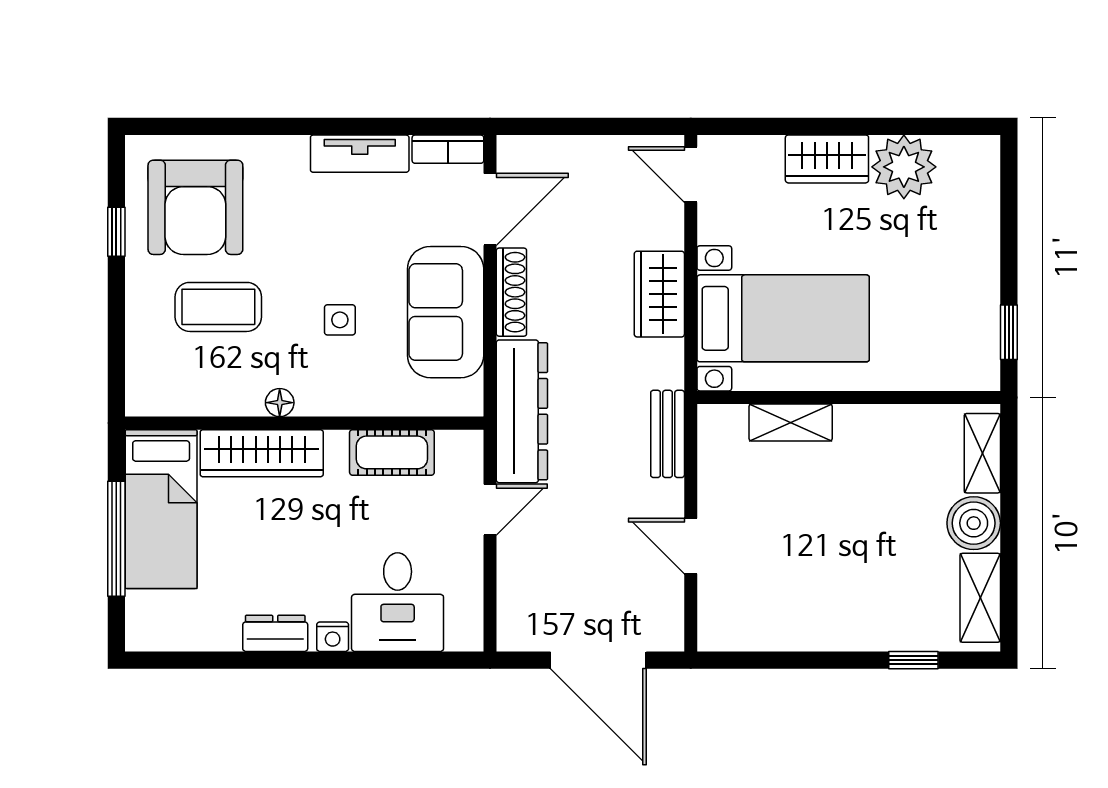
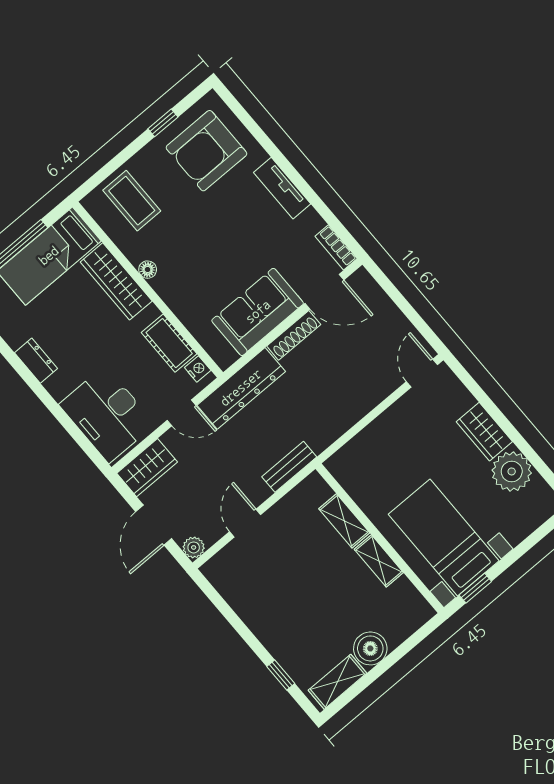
tv unit: (360, 154) -> (282, 188), moved
wardrobe: (659, 294) -> (147, 468), moved, turned 180
coffee table: (218, 307) -> (132, 201), moved
bed with nightstands: (783, 318) -> (444, 538), moved, turned 180
side table: (340, 320) -> (211, 265), removed
shelving: (982, 453) -> (379, 561), moved, turned 90
desk: (398, 602) -> (107, 414), width x1.37
plant: (667, 634) -> (194, 547), added
nightstand: (333, 637) -> (198, 369), moved, turned 180
door: (598, 660) -> (154, 525), width x0.73

